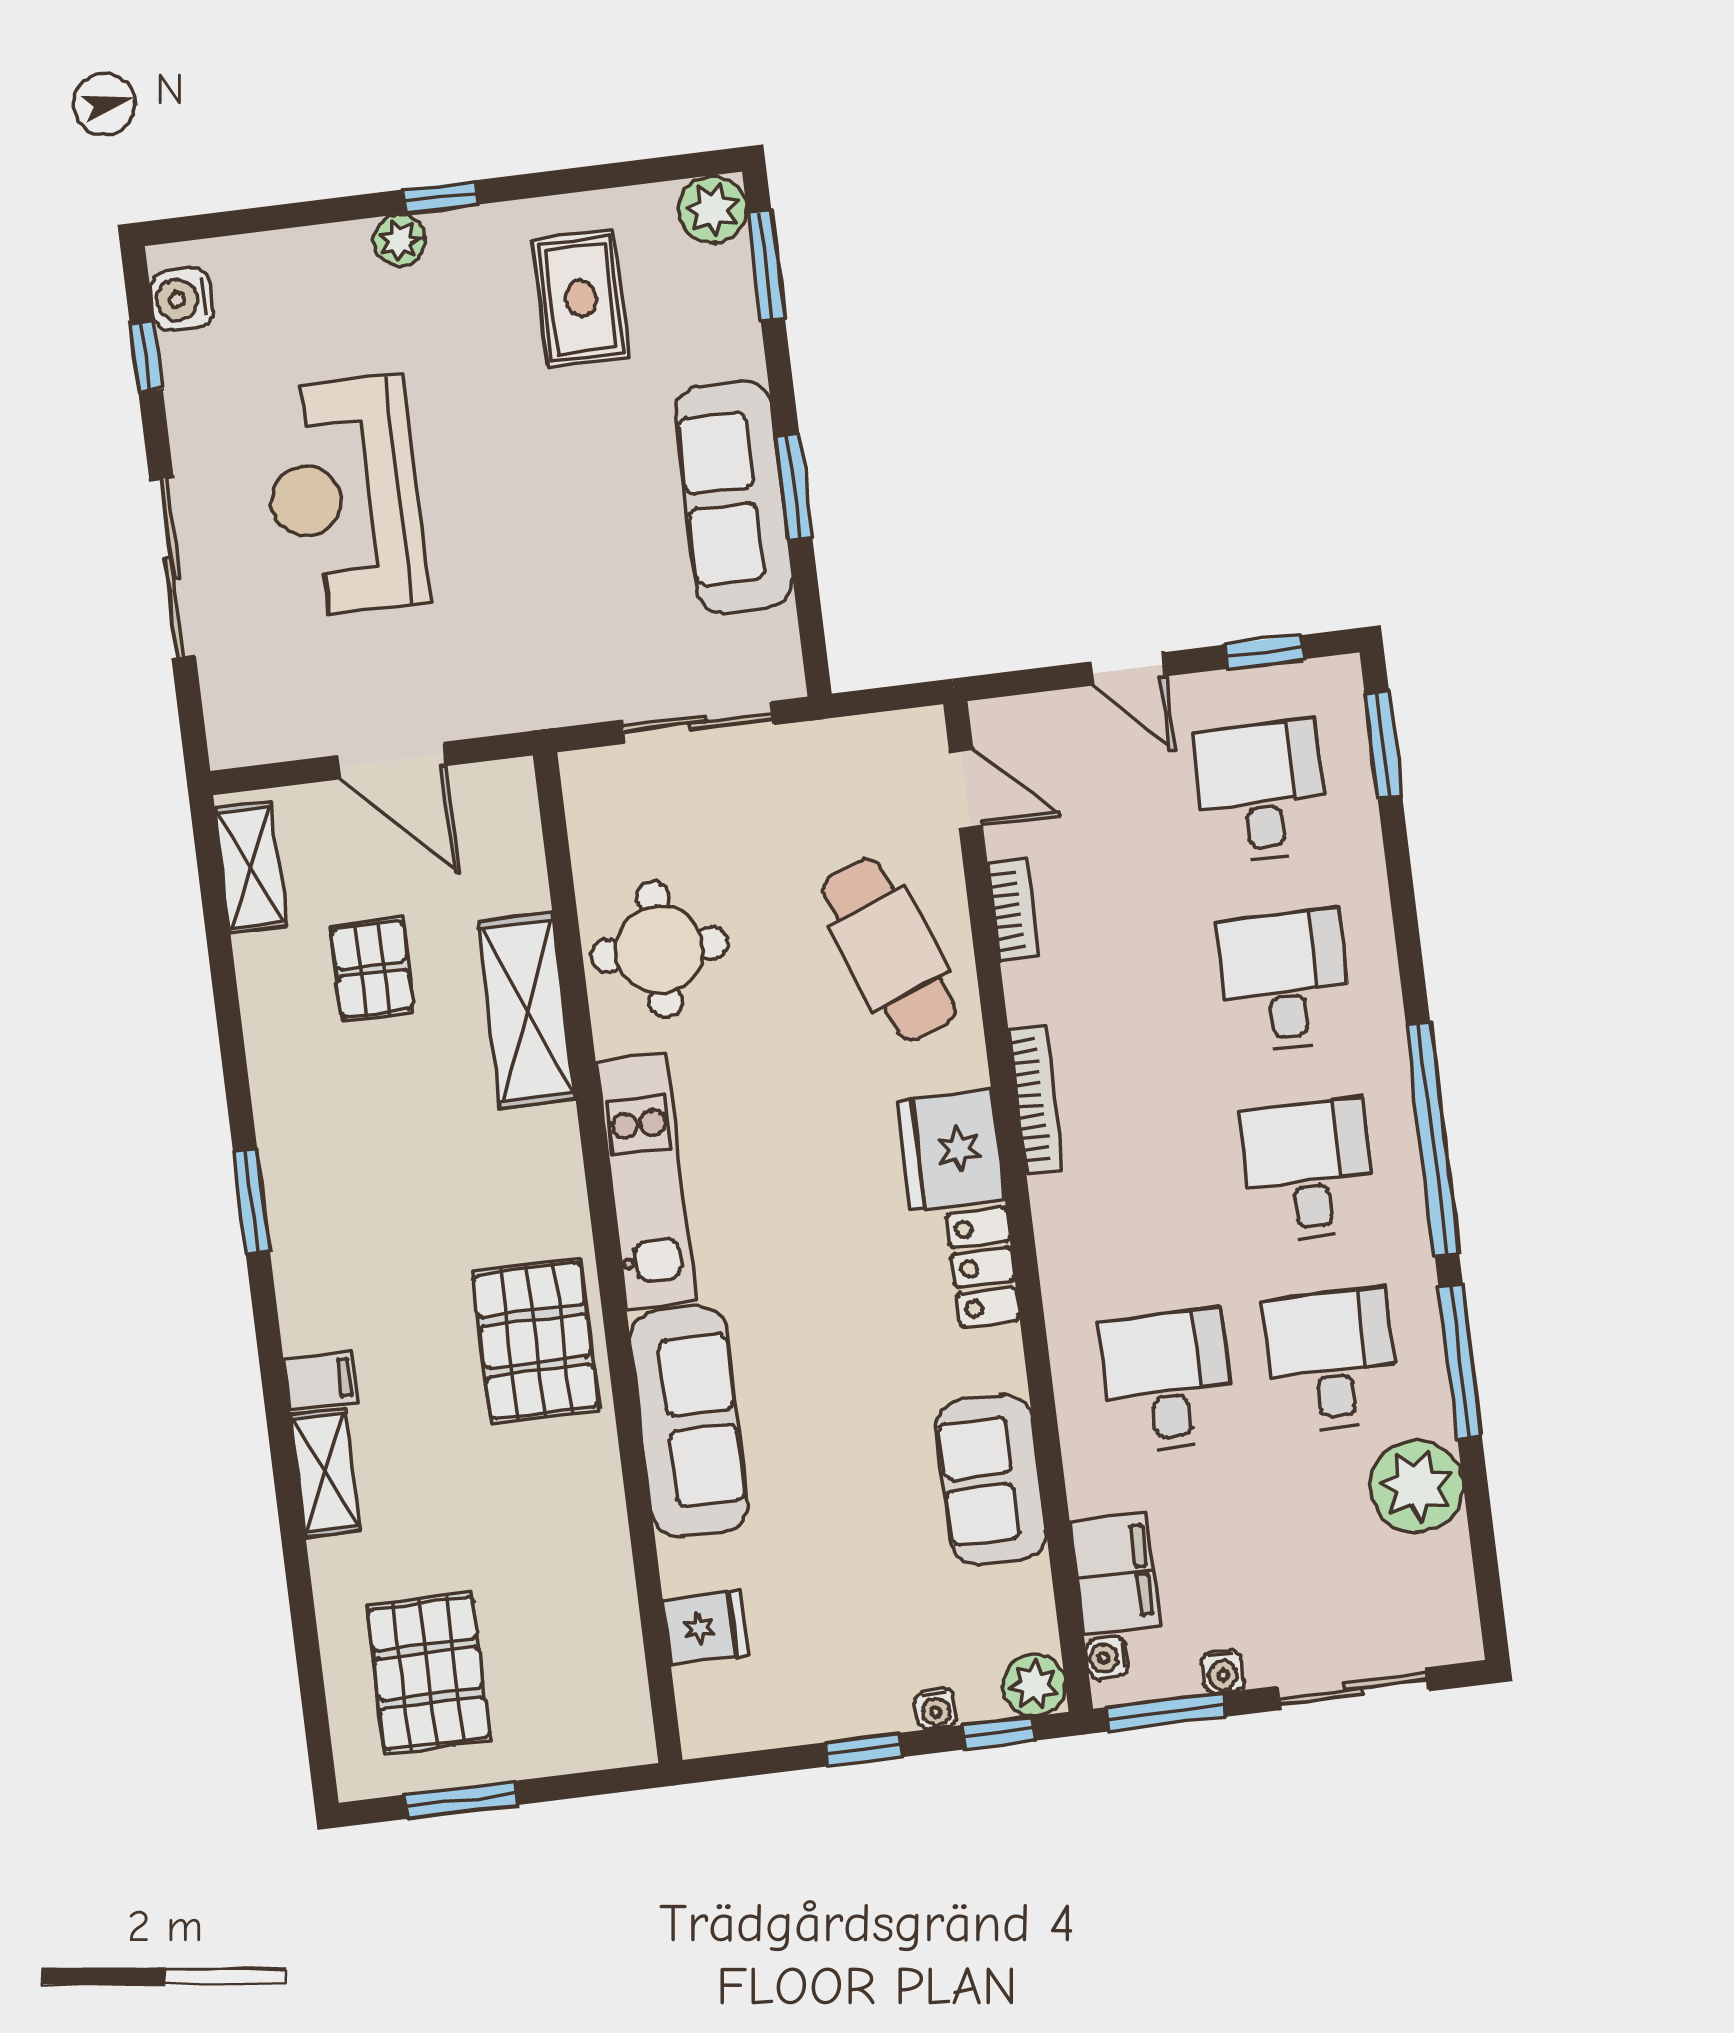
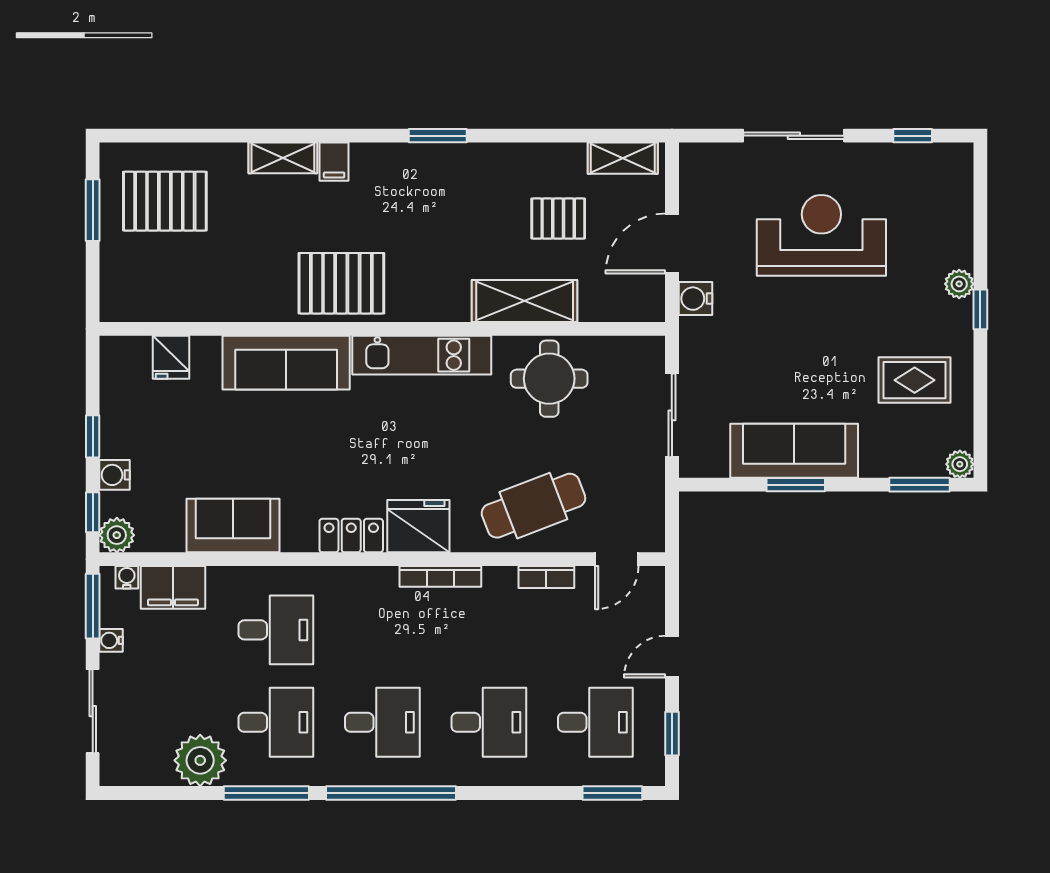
plant: (713, 209) -> (960, 464), width x0.73, depth x0.73
water cooler: (182, 299) -> (695, 299), moved, turned -90
water cooler: (936, 1709) -> (115, 475), width x1.38, depth x1.38

